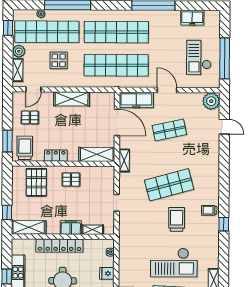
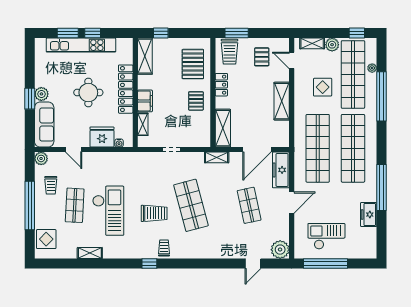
freezer: (192, 18) -> (369, 215), moved
trolley: (25, 148) -> (229, 52), turned 90
pallet: (36, 182) -> (193, 64), turned 90
checkout: (174, 263) -> (108, 211), turned 180
fridge: (107, 273) -> (102, 137), width x1.88, depth x1.34

